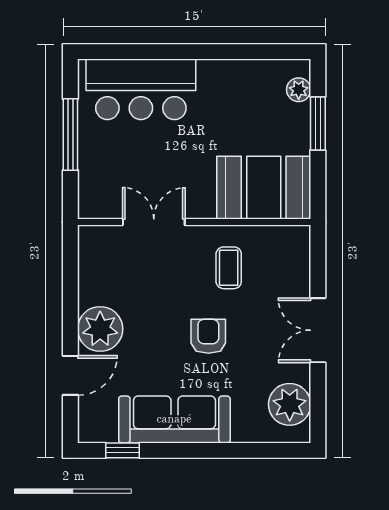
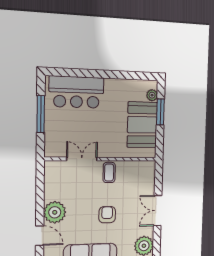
booth: (264, 188) -> (142, 125), moved, turned 90
coffee table: (229, 268) -> (109, 172), moved
door: (70, 375) -> (40, 236), hinge flipped

